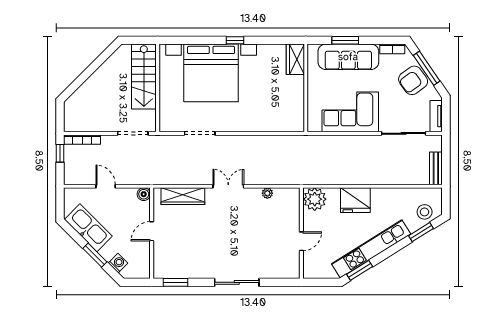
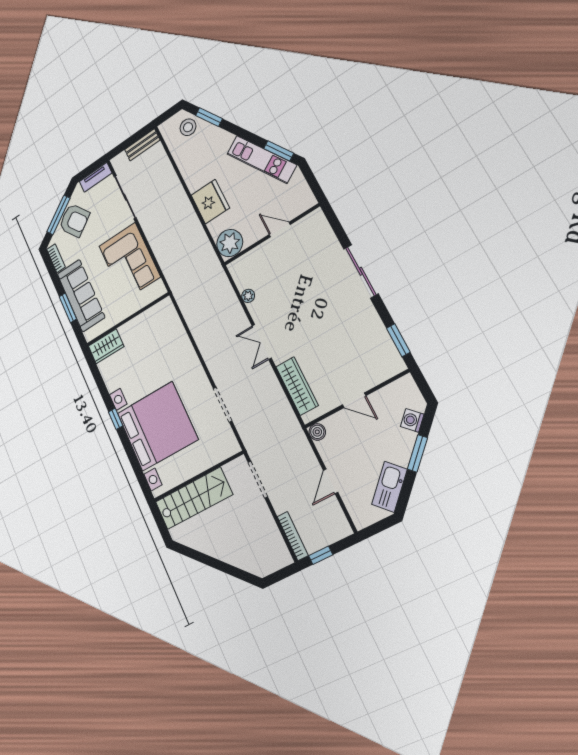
kitchen sink: (88, 228) -> (389, 487), width x0.73, depth x0.81
kitchen unit: (371, 249) -> (261, 159), width x0.73

